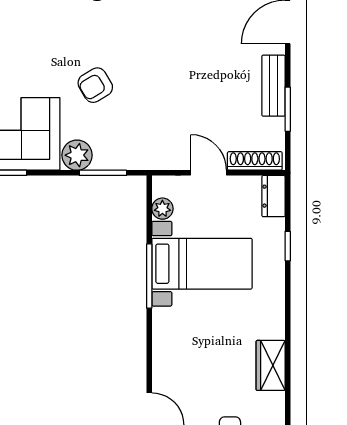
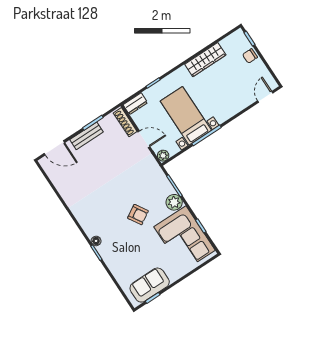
door: (209, 173) -> (144, 139), swing flipped
plant: (162, 209) -> (163, 156), moved
wardrobe: (271, 365) -> (205, 60), width x1.50

